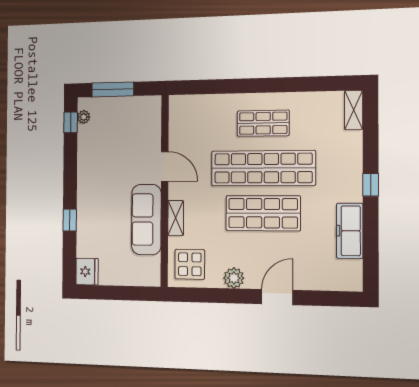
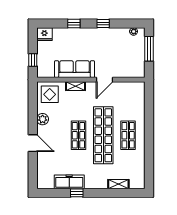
shelving: (354, 110) -> (118, 184), moved
window: (71, 122) -> (103, 23), moved
window: (371, 185) -> (77, 193), moved
shop shelf: (263, 213) -> (78, 135), width x0.70, depth x0.74
window: (130, 293) -> (33, 60), added

